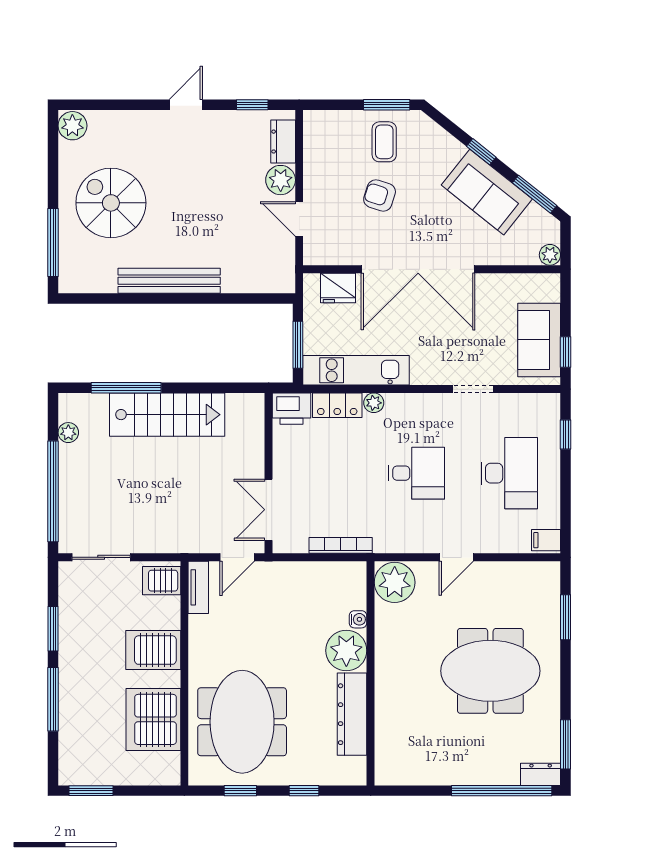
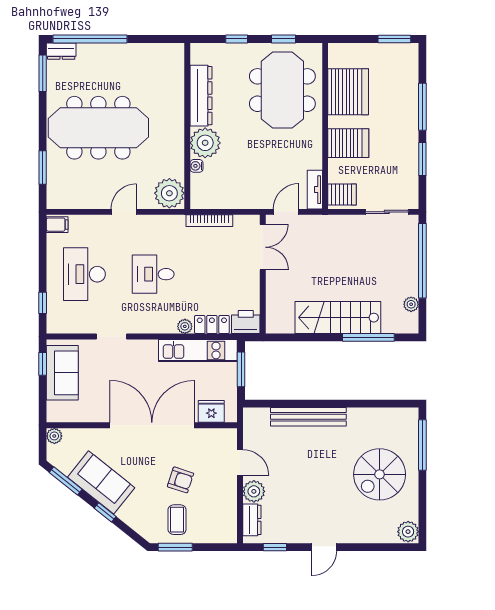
spiral stairs: (111, 203) -> (380, 474), turned 90
bench: (169, 281) -> (308, 417), moved
meeting table: (490, 671) -> (98, 128), width x1.36

